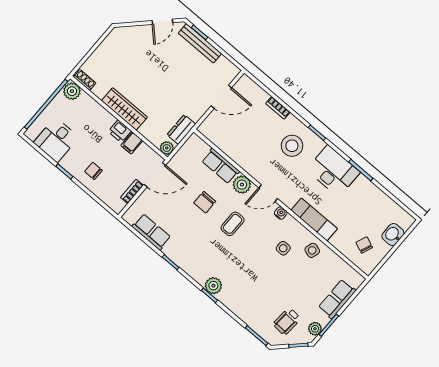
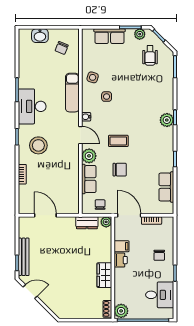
wardrobe: (124, 109) -> (104, 275), width x0.67
chair: (188, 156) -> (100, 204), added
wheelchair: (287, 321) -> (150, 55), turned 86

